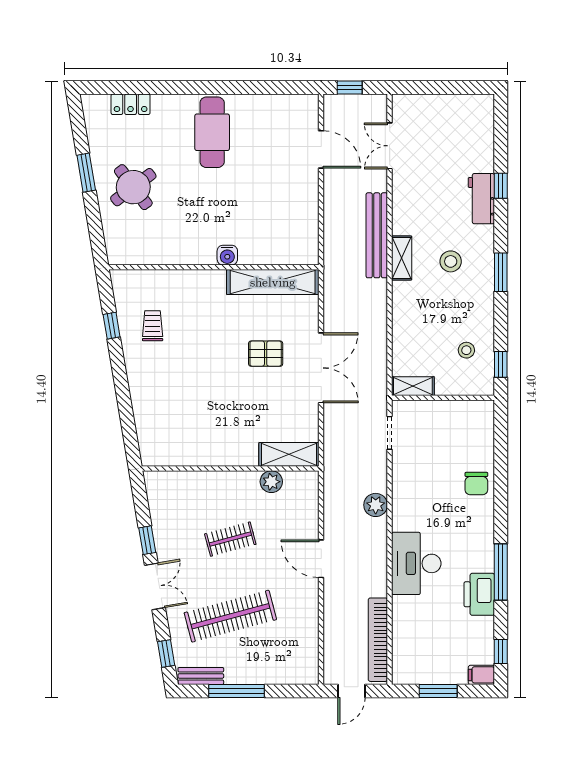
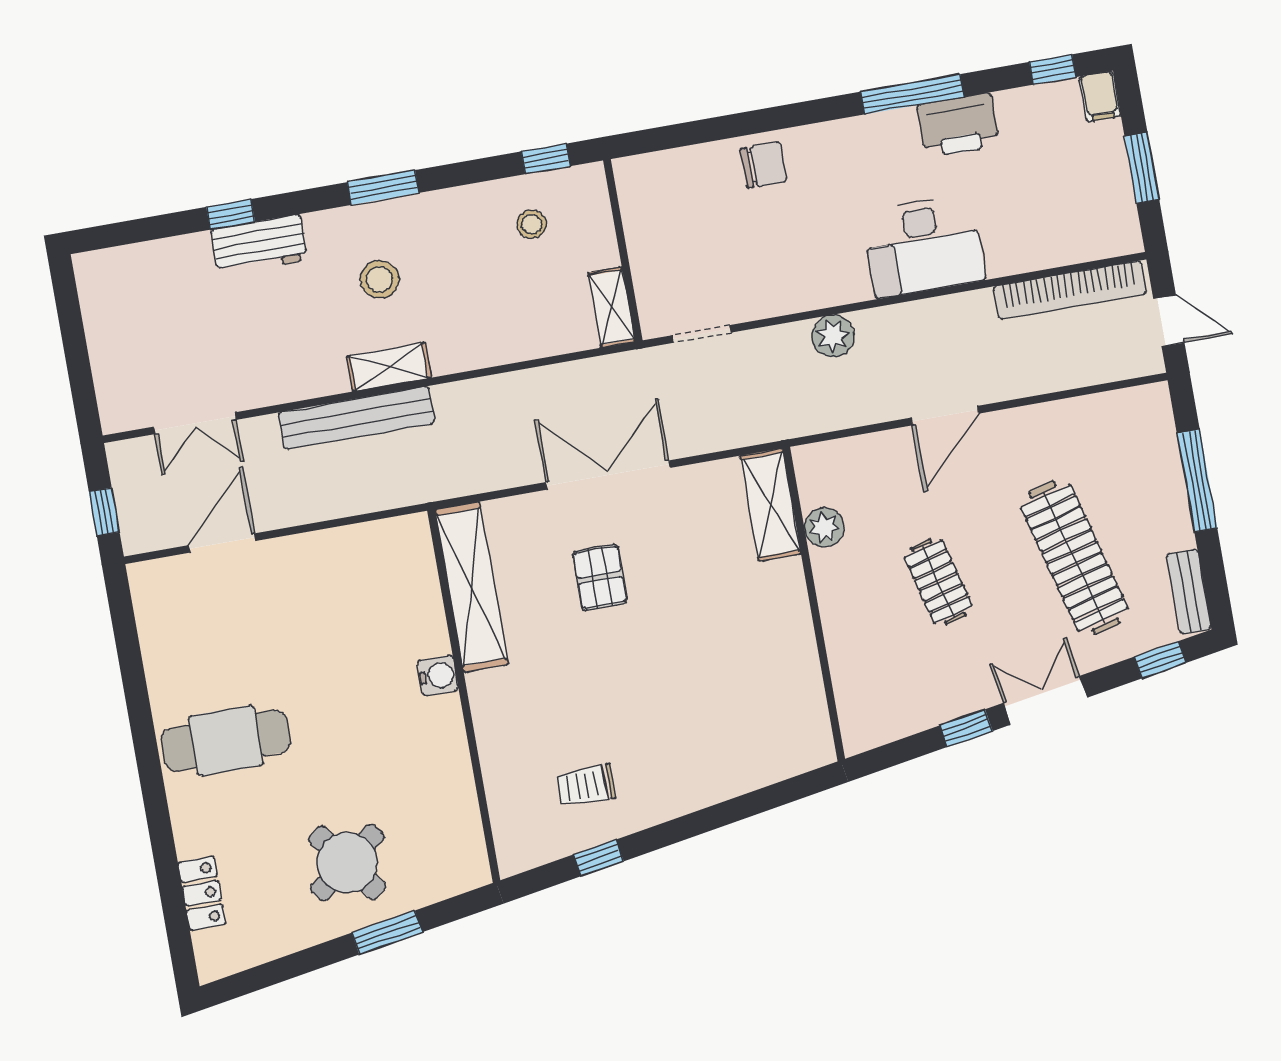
window: (86, 173) -> (387, 932), moved
window: (236, 691) -> (1197, 481), moved

